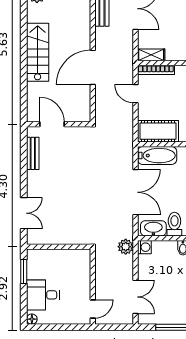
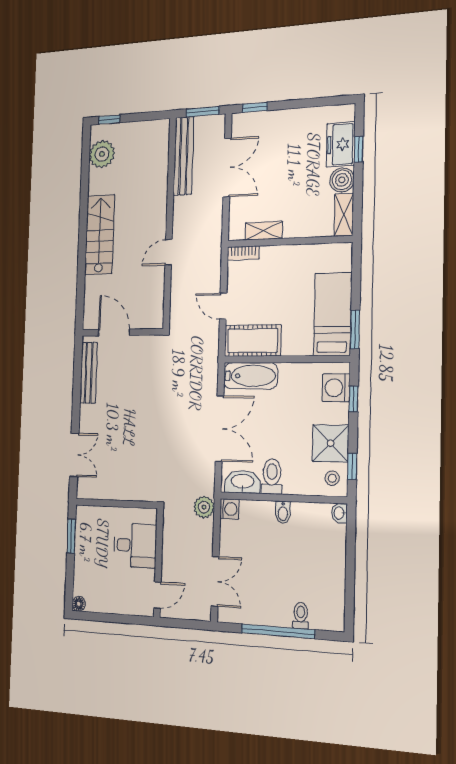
shelving: (151, 55) -> (264, 231), moved
door: (93, 67) -> (169, 252), width x0.53
bookcase: (156, 70) -> (243, 253), width x0.64
door: (135, 94) -> (223, 306), moved
bench: (33, 153) -> (89, 373), width x1.36
desk: (43, 295) -> (135, 545), moved, turned 180

